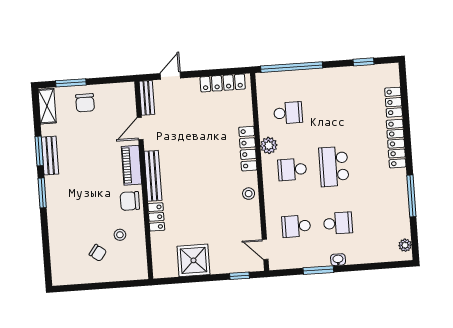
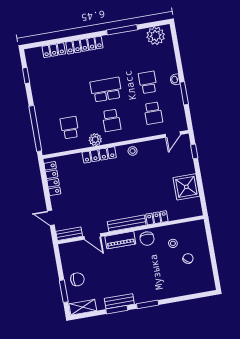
school desk: (334, 167) -> (106, 90), turned 180
plant: (405, 245) -> (156, 36), width x1.88, depth x1.88

